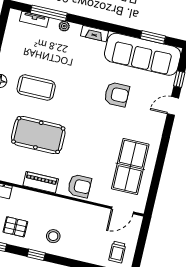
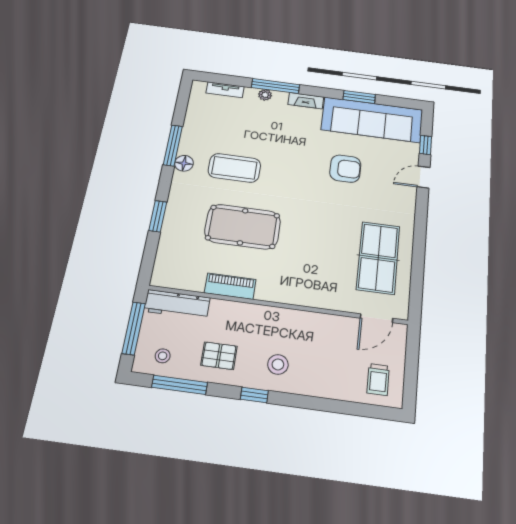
window: (49, 13) -> (275, 86), moved
window: (153, 37) -> (359, 97), moved
piano: (41, 182) -> (230, 286), moved
armchair: (79, 186) -> (309, 290), removed

